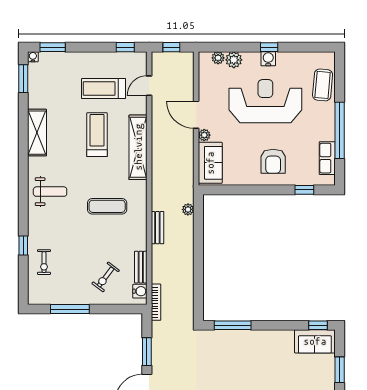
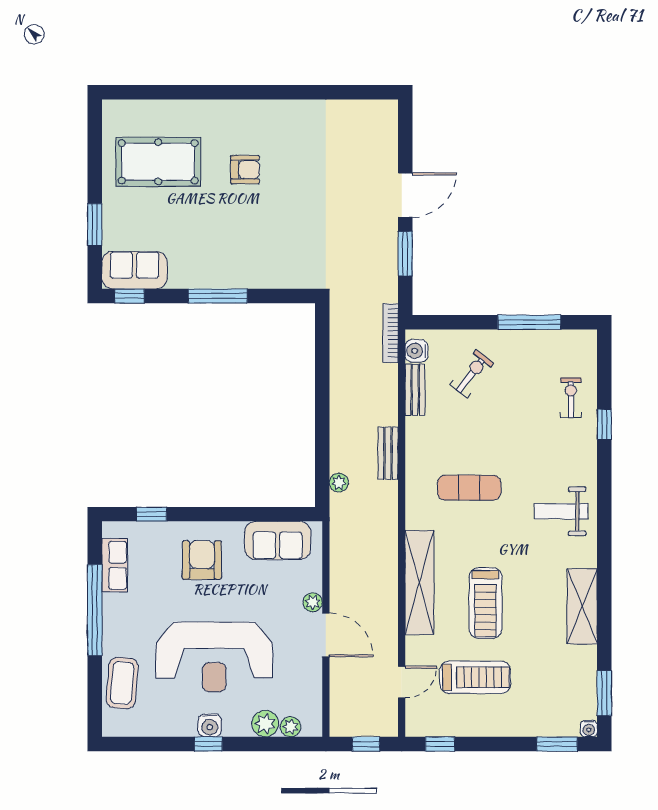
sofa: (210, 163) -> (278, 540), moved, turned -90
window: (233, 325) -> (218, 296), moved

